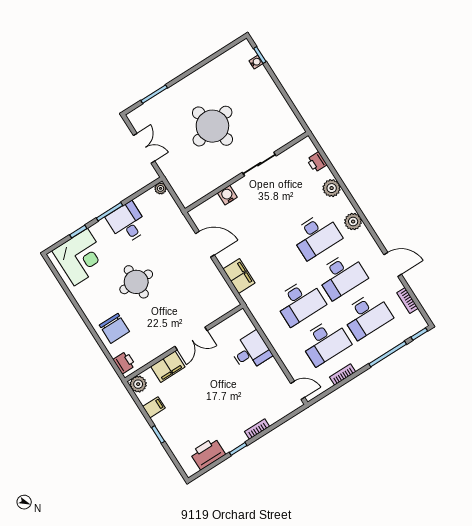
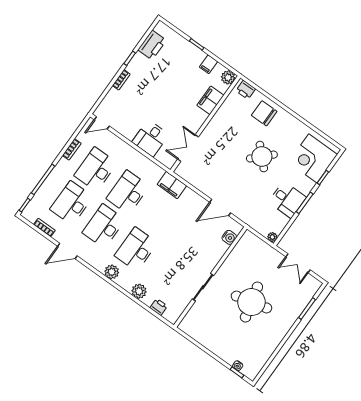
water cooler: (227, 195) -> (229, 237), moved
filing cabinet: (239, 276) -> (172, 185), moved
round table: (136, 282) -> (262, 157), turned 45
double door: (191, 339) -> (188, 148), moved

